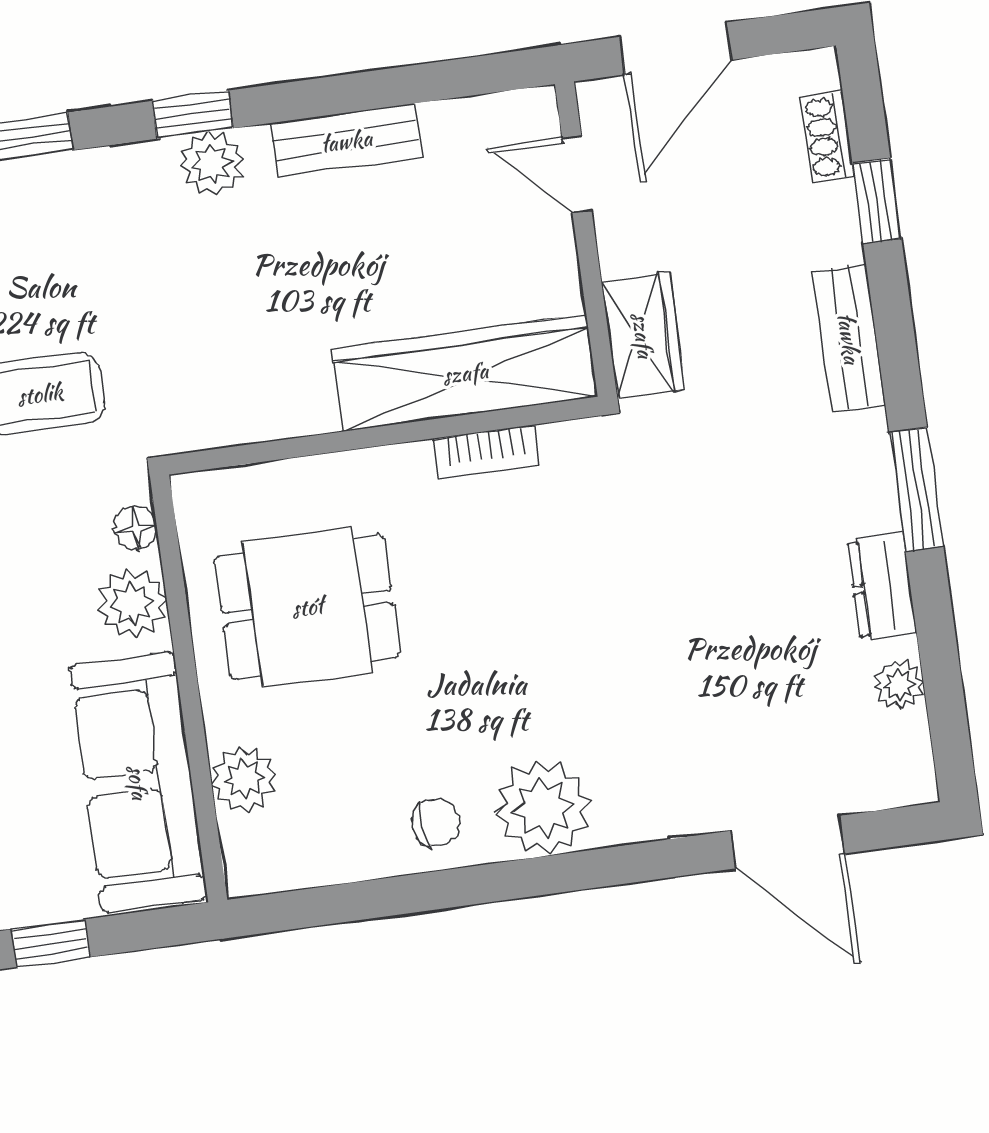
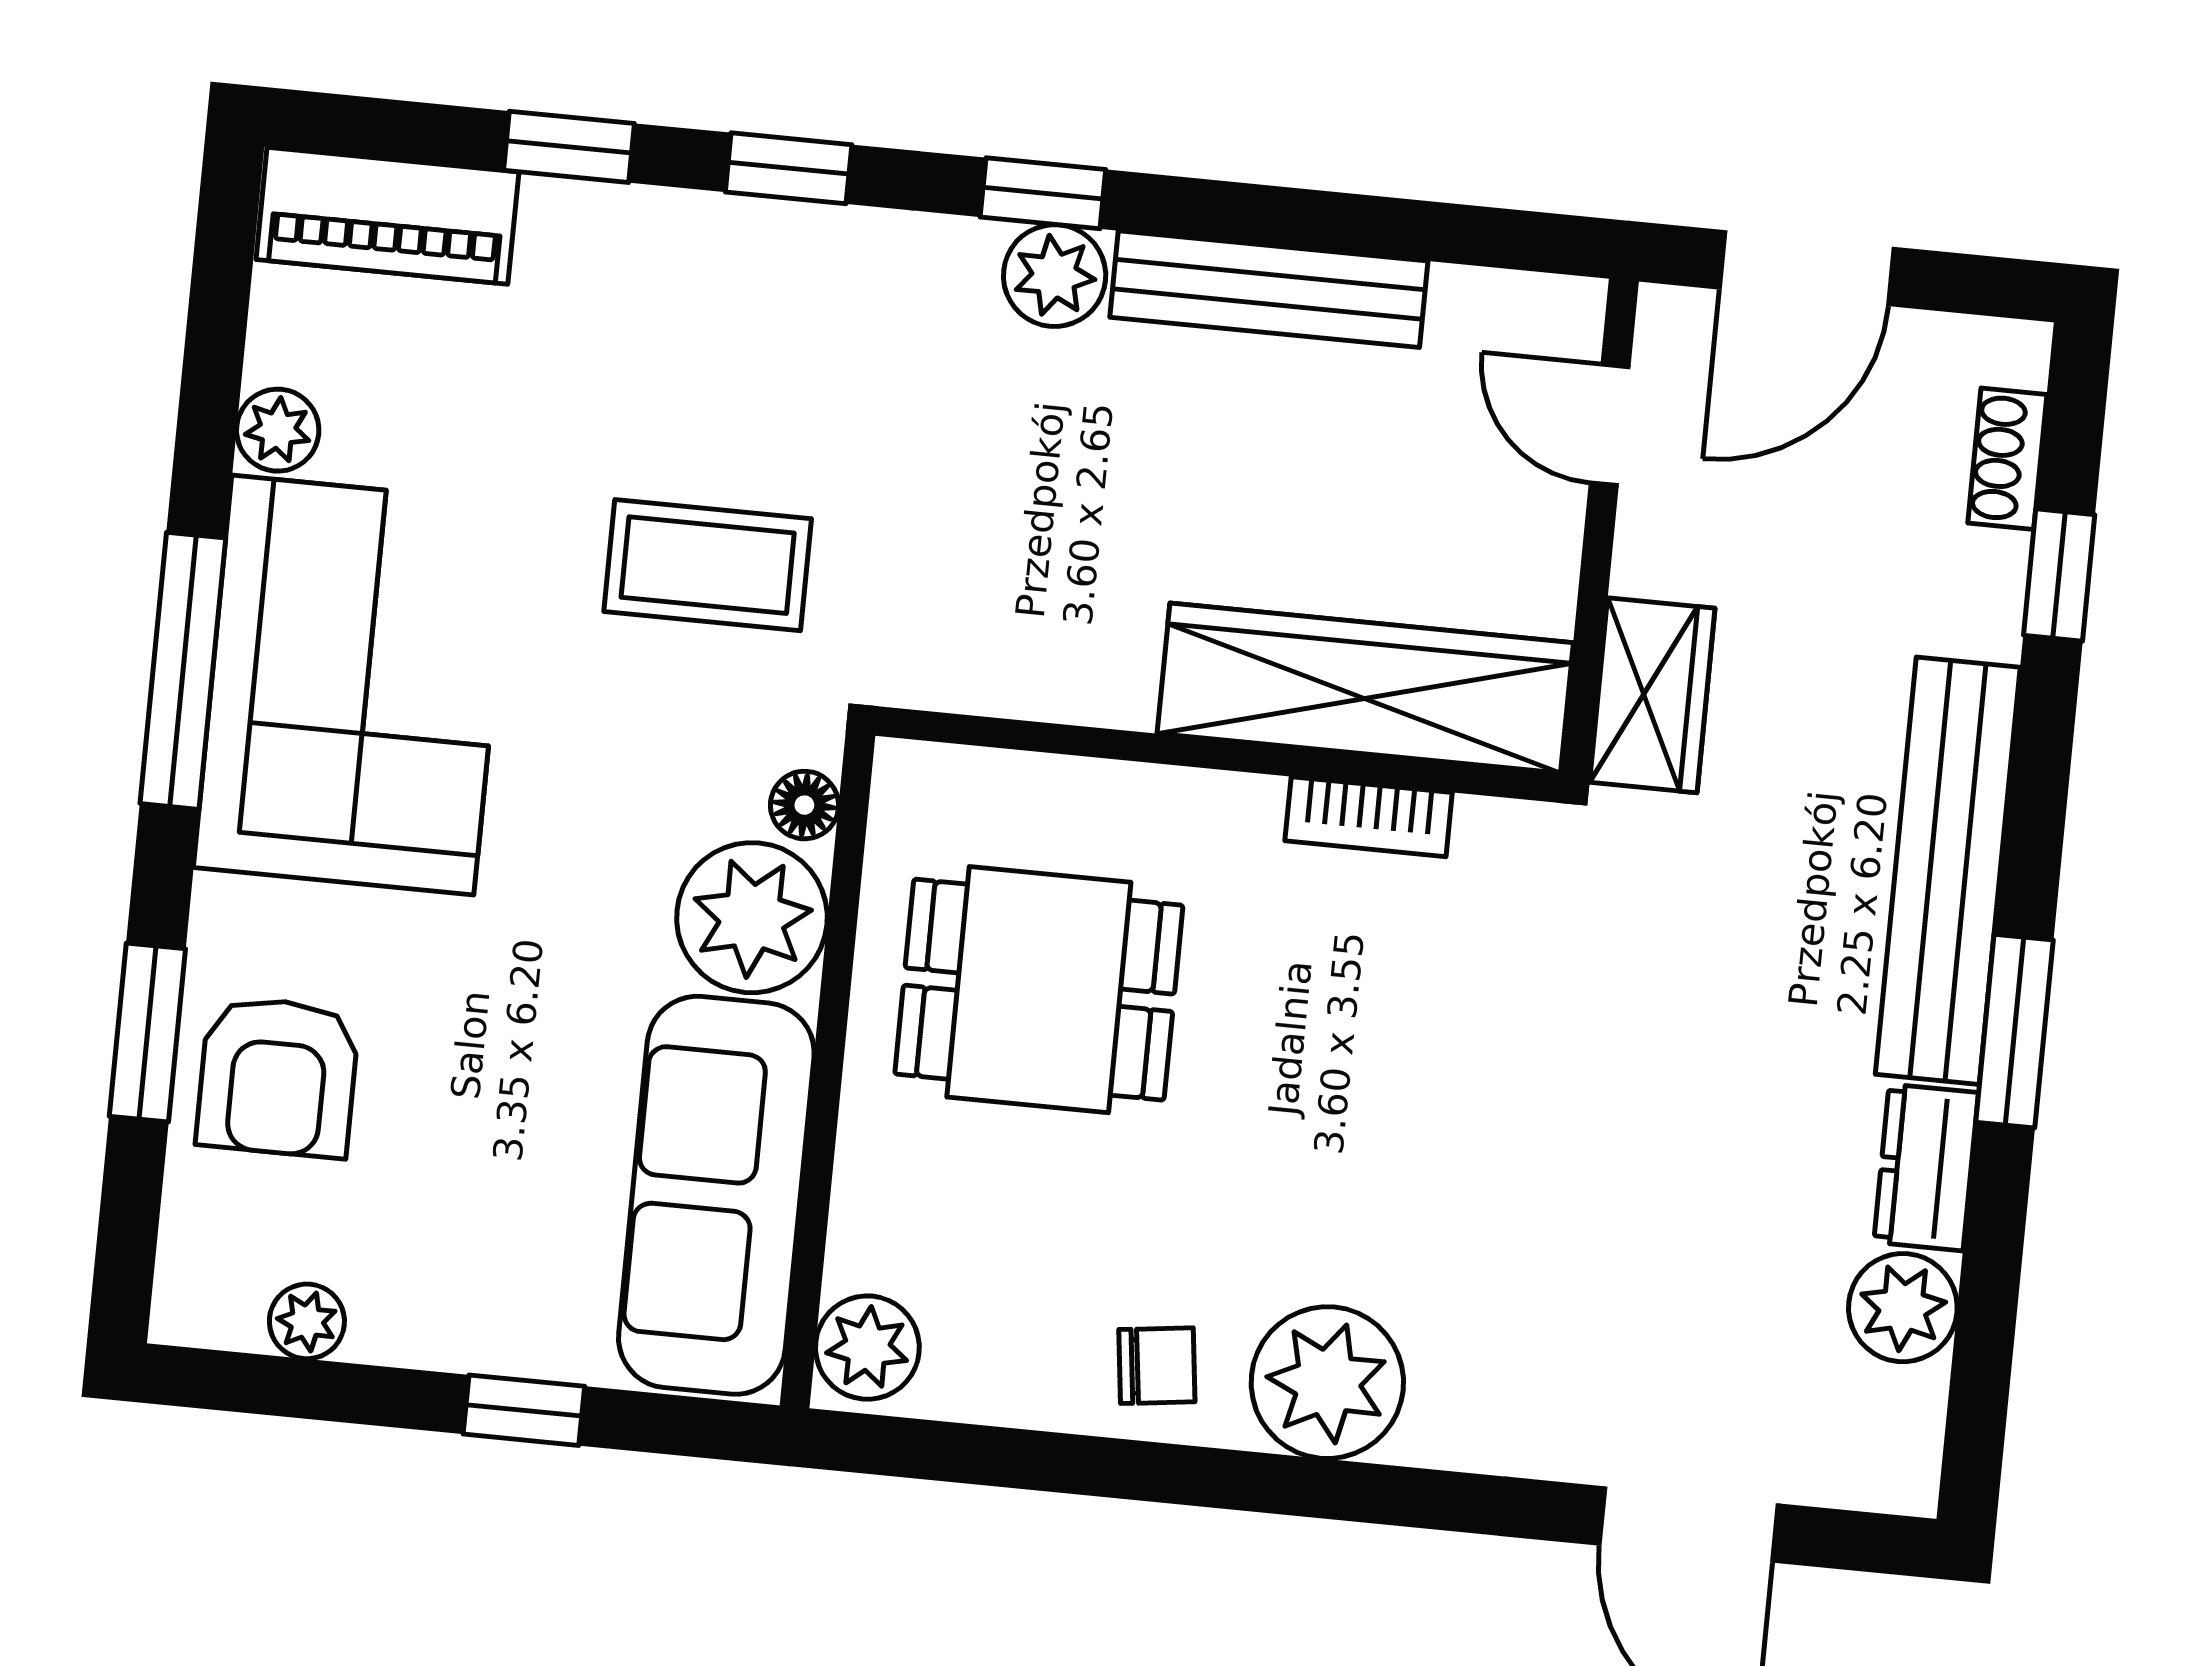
bench: (346, 141) -> (1269, 289), width x1.36
bench: (849, 338) -> (1948, 871), width x1.86, depth x1.21
plant: (132, 603) -> (752, 918), width x1.36, depth x1.36
plant: (899, 685) -> (1903, 1308), width x1.38, depth x1.38
plant: (244, 779) -> (867, 1348), moved

